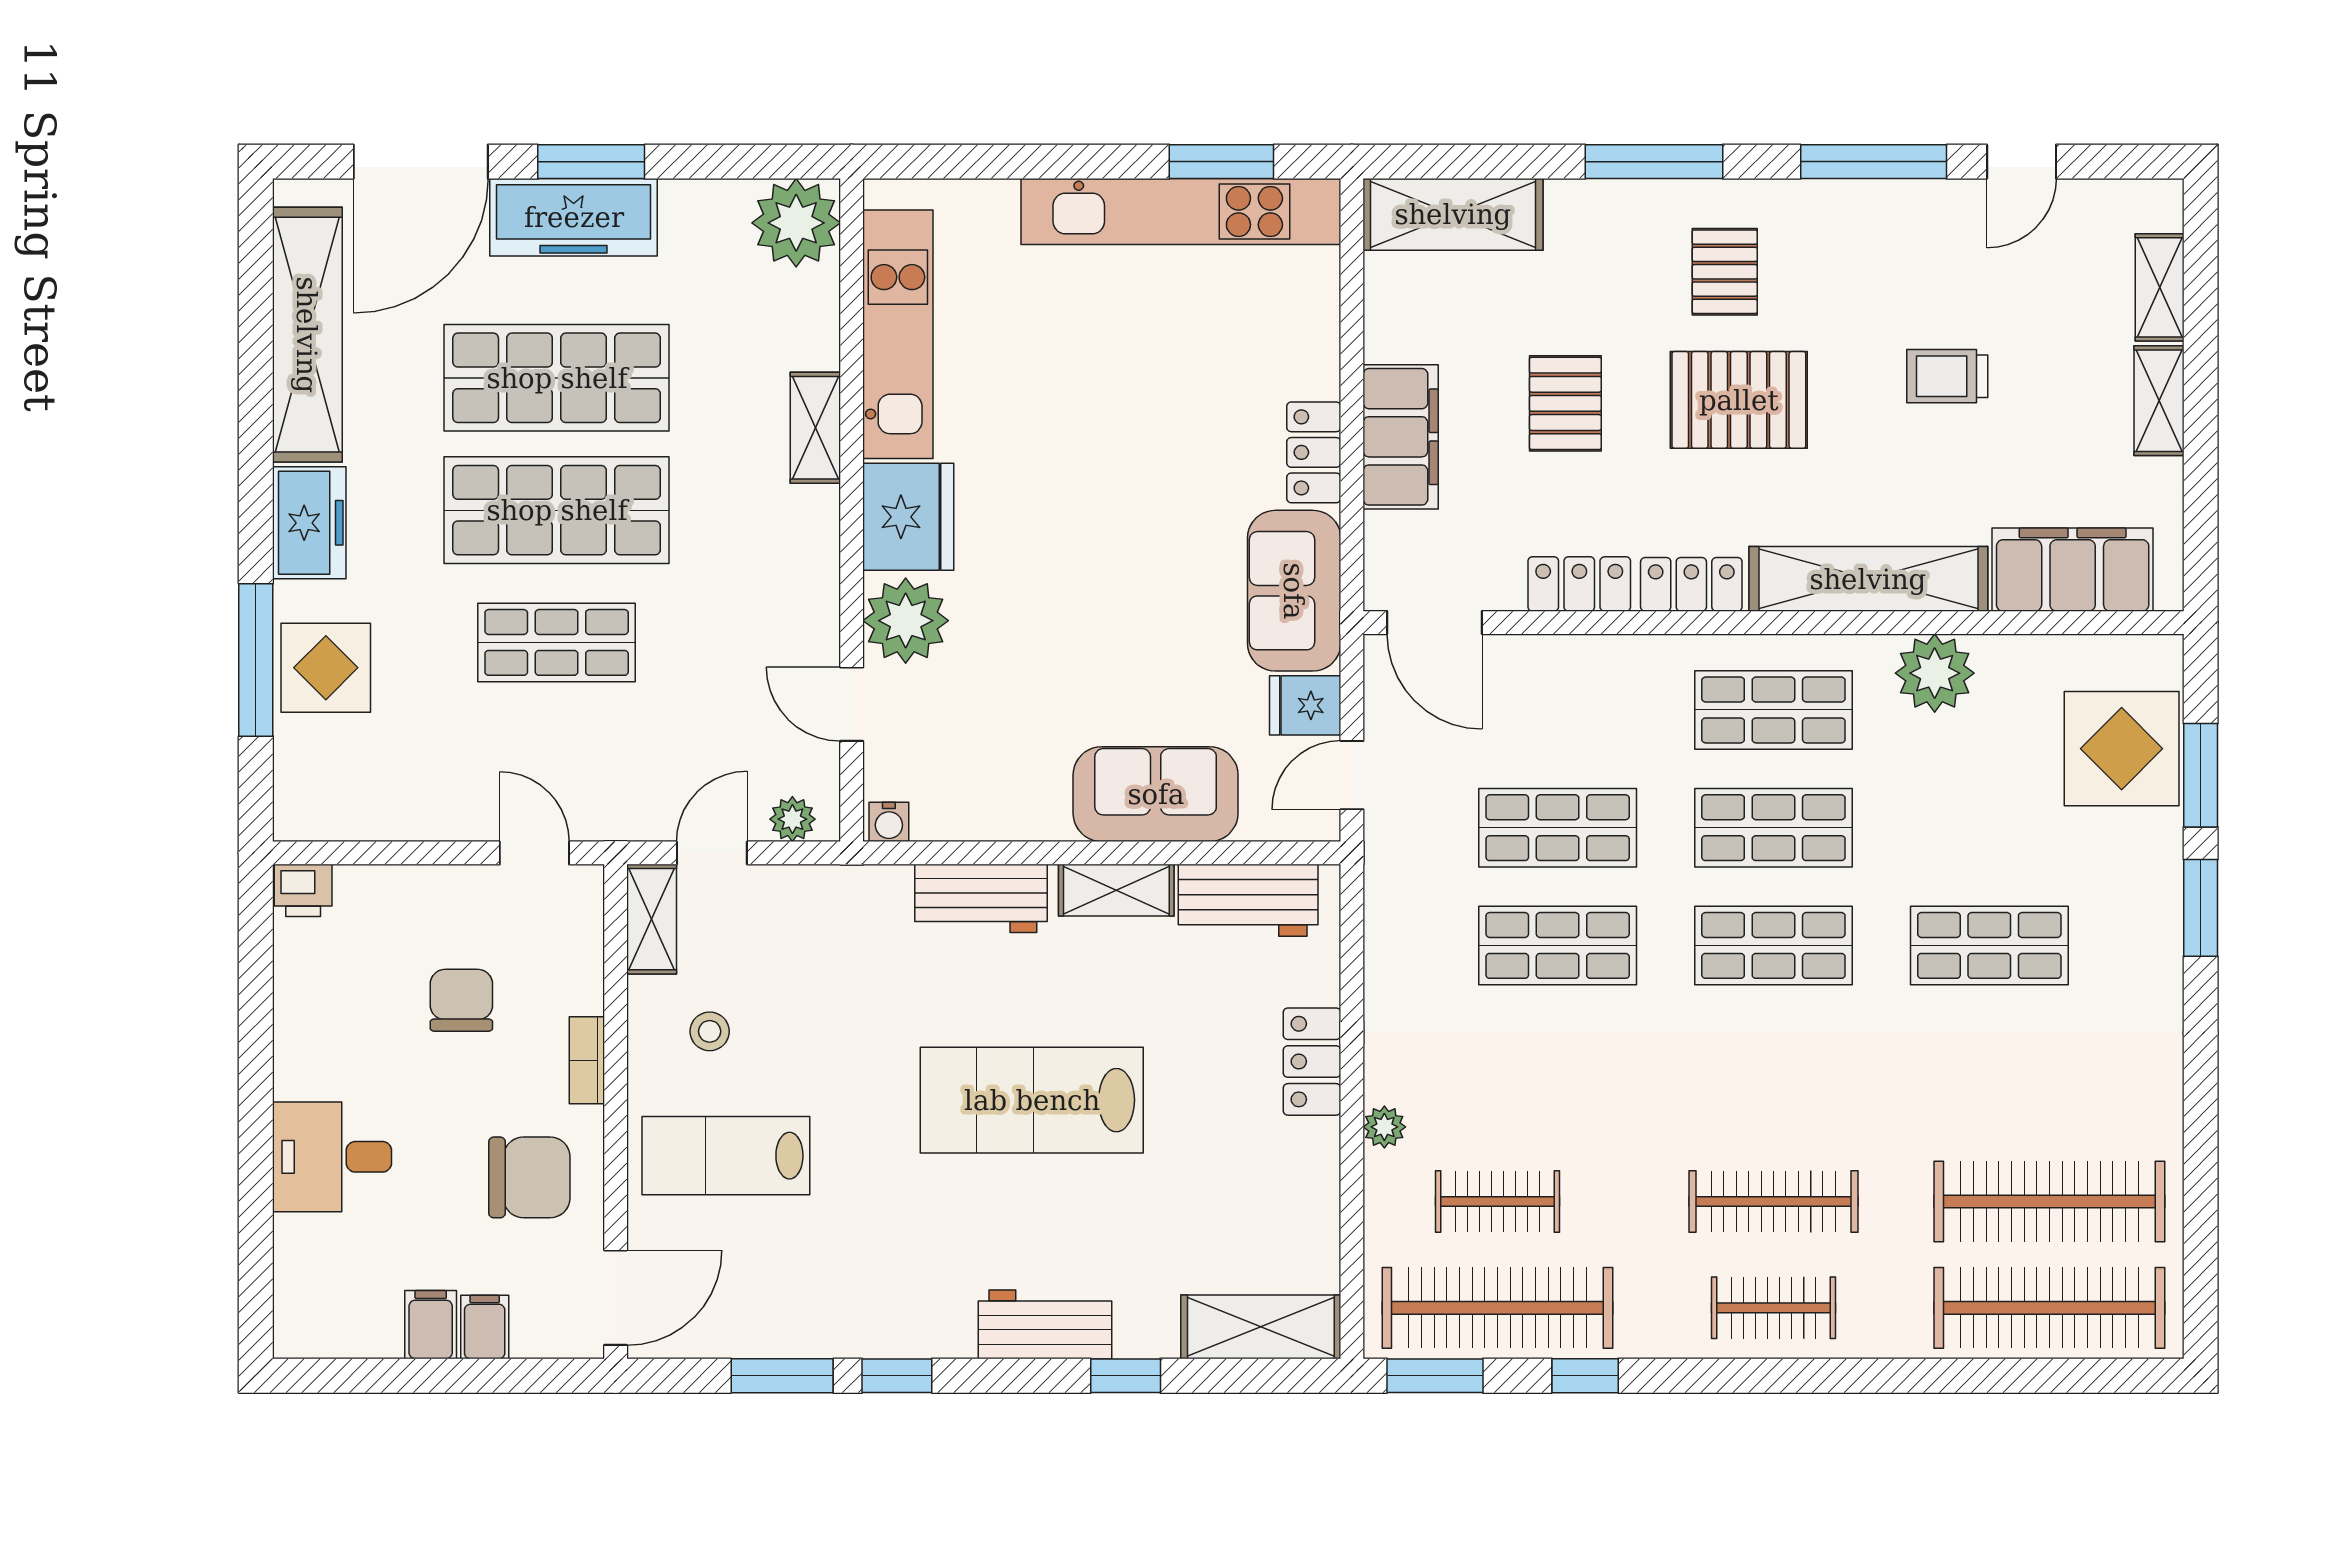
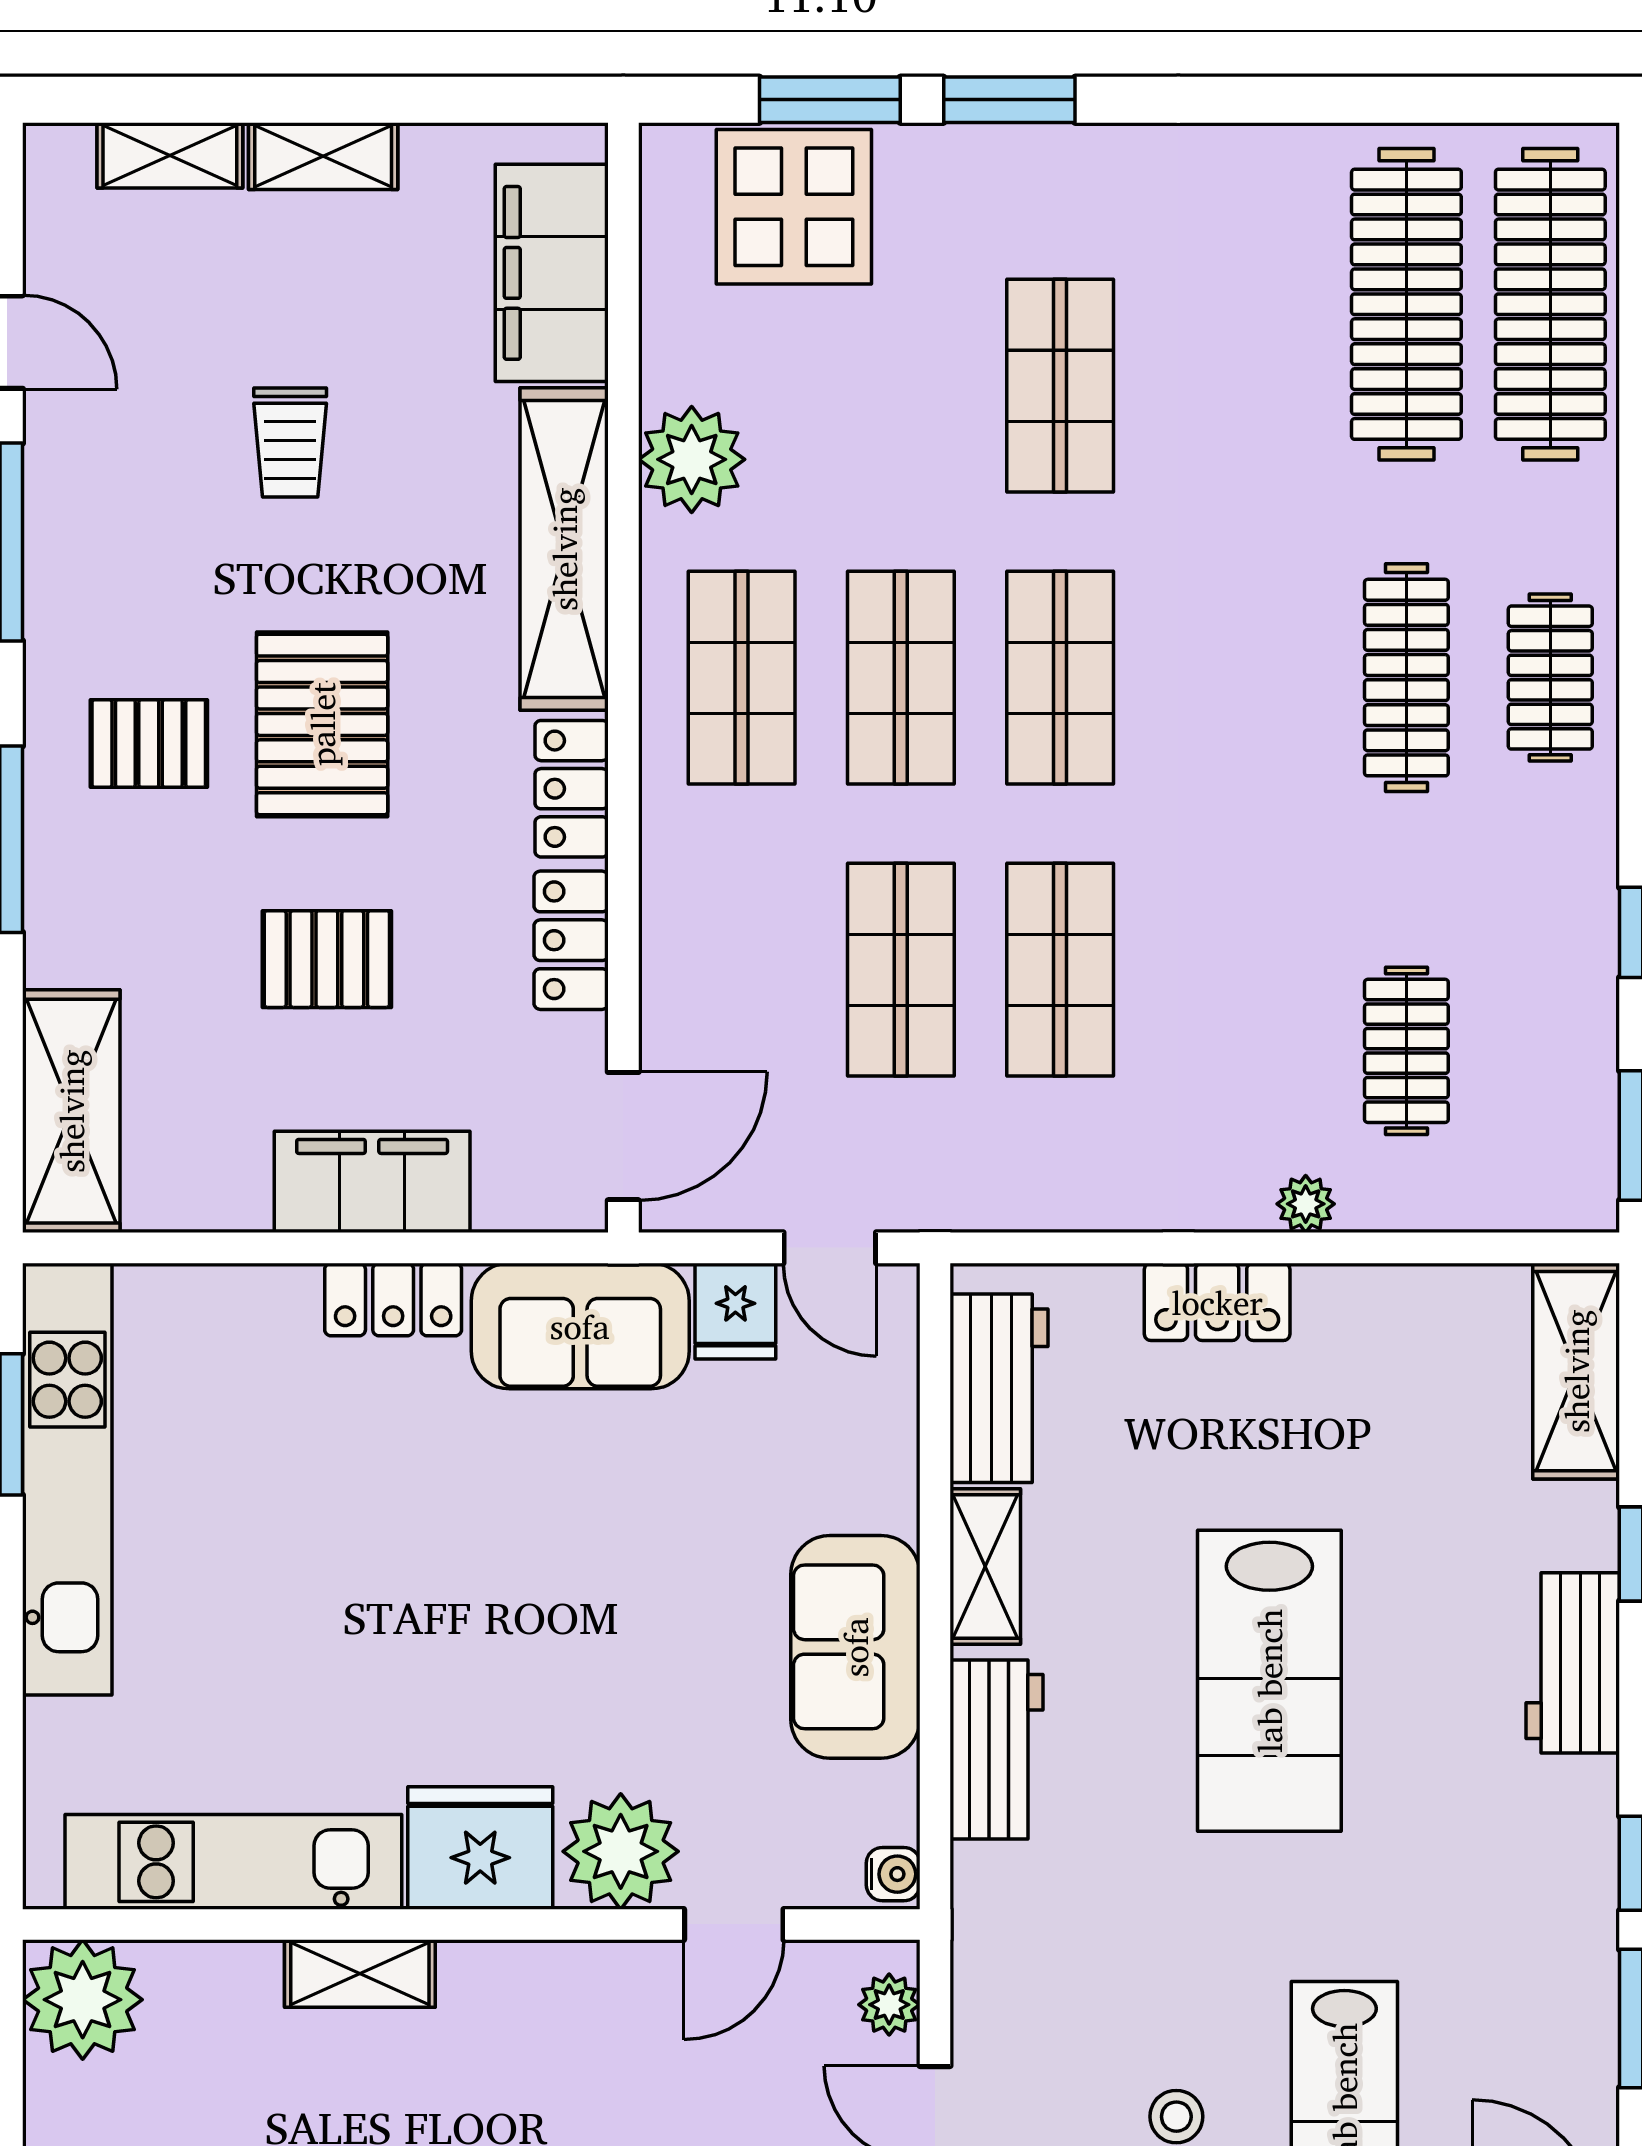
sofa: (1156, 794) -> (855, 1647), moved
clothes rail: (1497, 1308) -> (1550, 1051), removed

